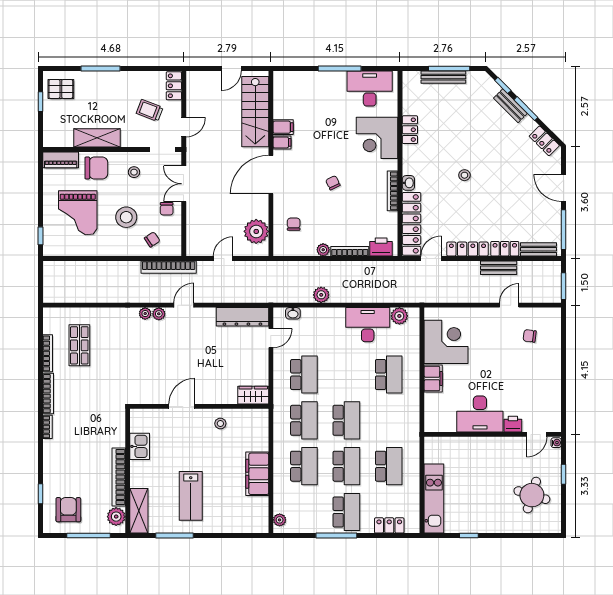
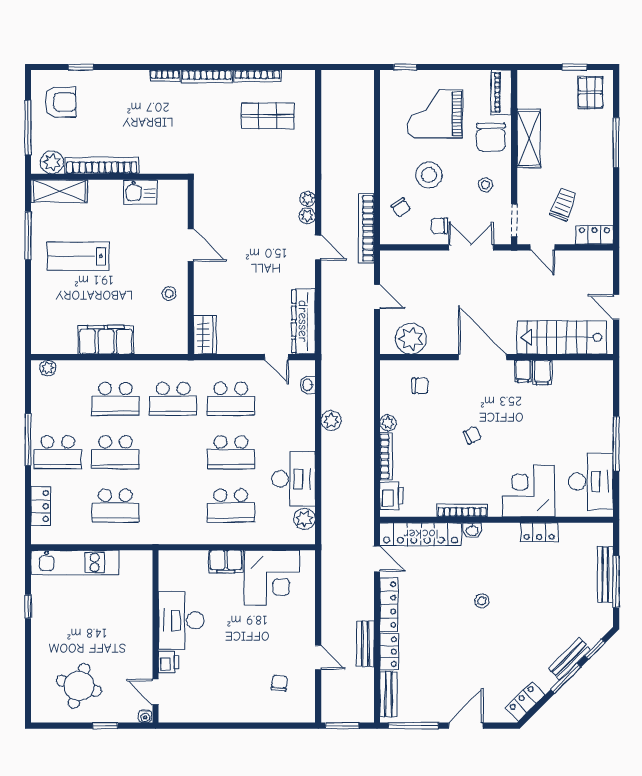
school desk: (346, 420) -> (231, 452), moved

